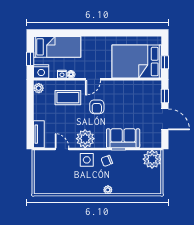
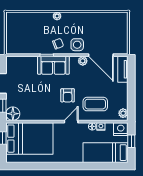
floor lamp: (154, 88) -> (13, 114), added
armchair: (97, 107) -> (68, 95), turned 180
sofa: (123, 138) -> (53, 65), moved
plant: (85, 139) -> (83, 61), width x0.53, depth x0.53
door: (62, 149) -> (101, 55), width x1.87
plant: (152, 159) -> (15, 45), removed

